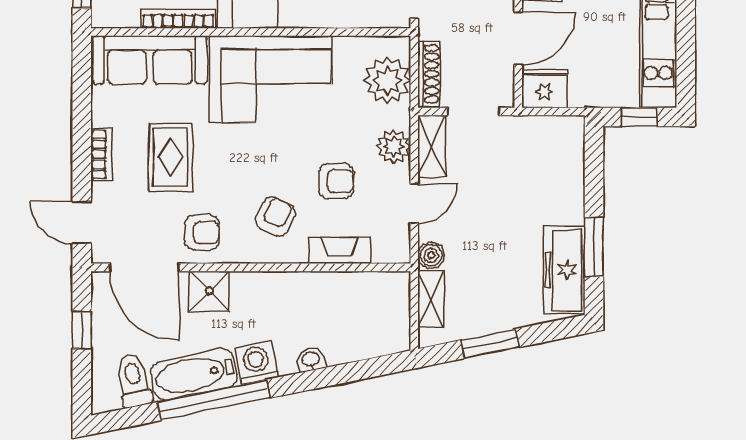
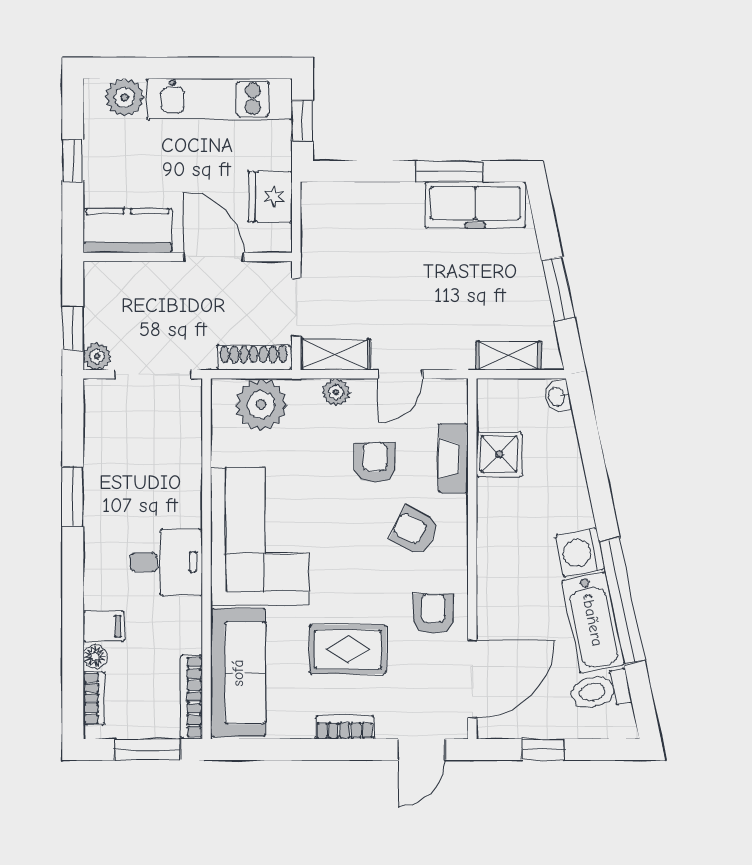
bookcase: (178, 19) -> (192, 697), moved
fridge: (544, 88) -> (270, 197), moved
plant: (394, 147) -> (336, 392), width x0.73, depth x0.73
door: (414, 204) -> (400, 374), swing flipped
boiler: (431, 255) -> (459, 355), removed
shower: (209, 291) -> (499, 454), moved
washbasin: (311, 360) -> (557, 396), moved

